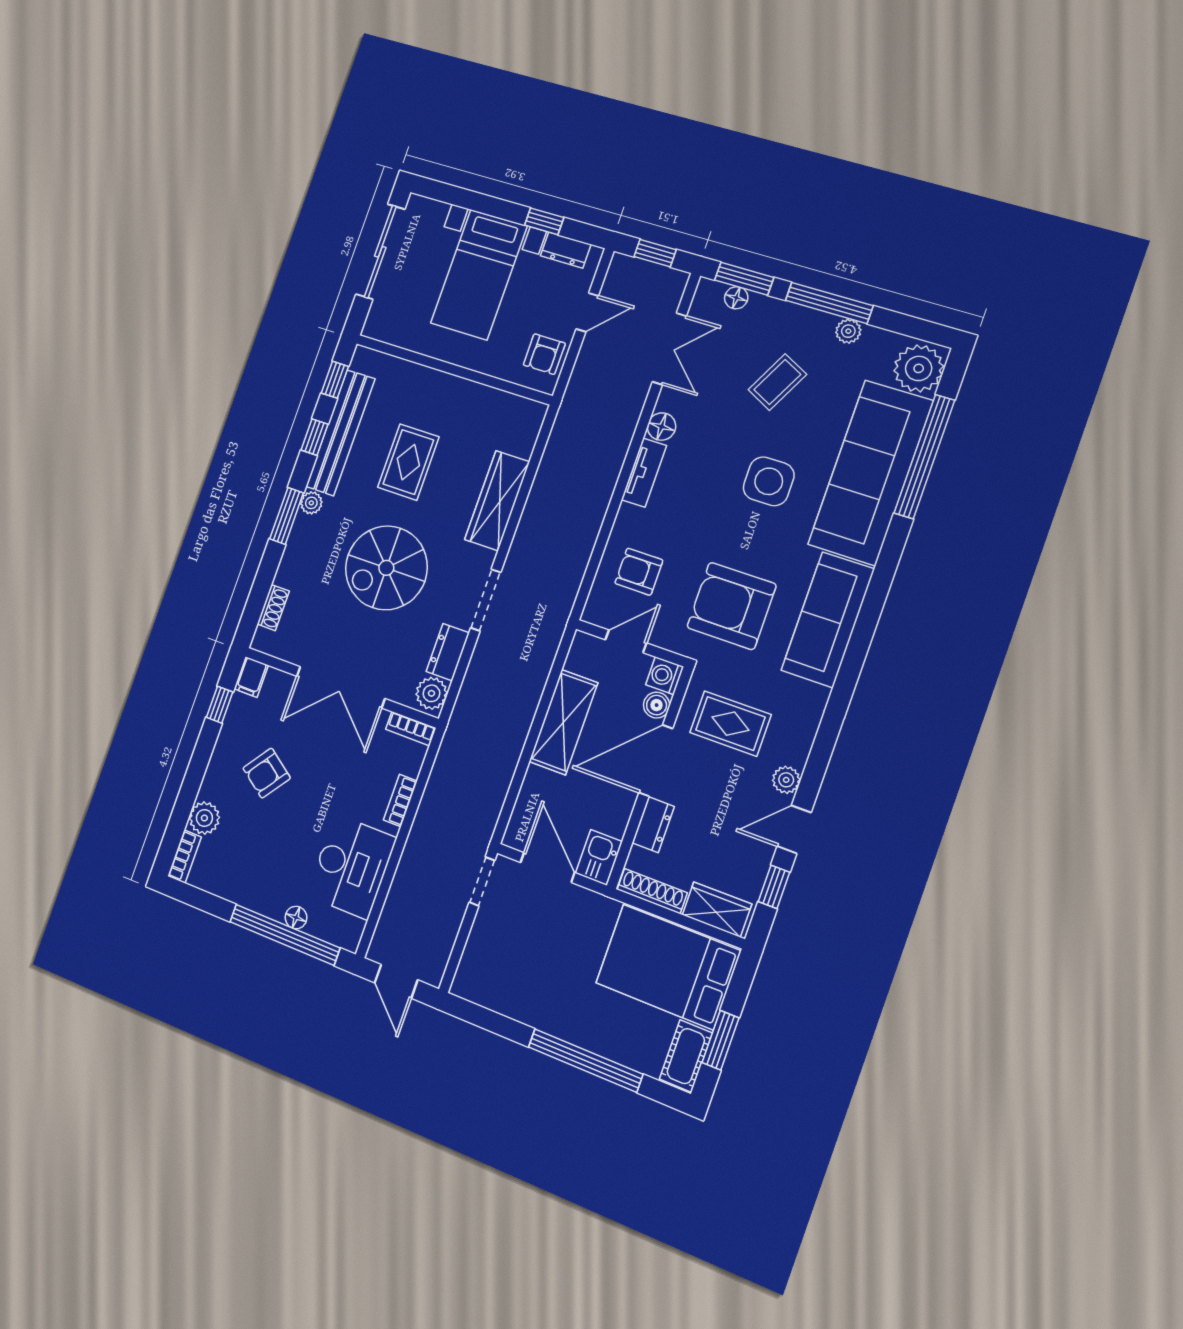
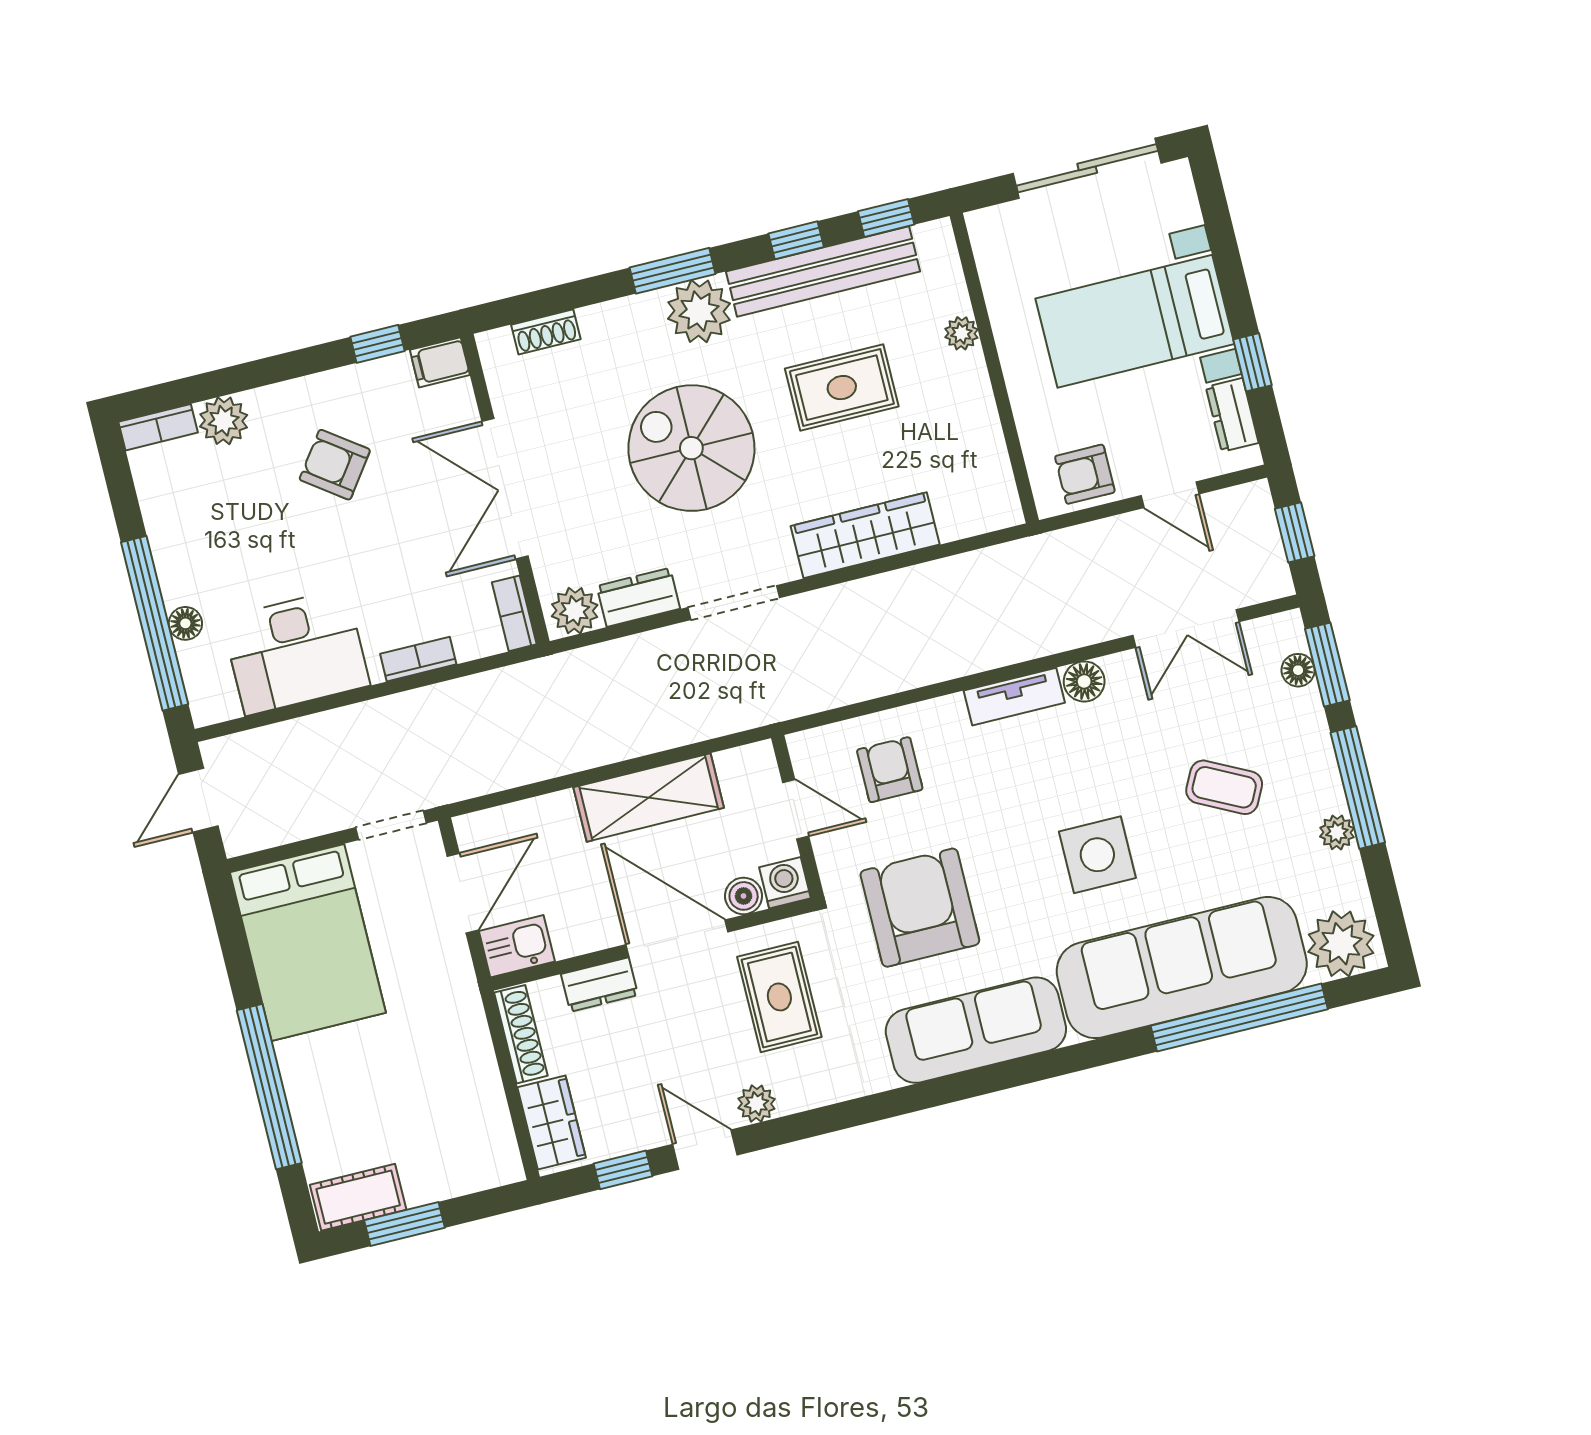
plant: (423, 376) -> (961, 333), added
plant: (311, 503) -> (699, 311), width x1.87, depth x1.87
bed: (668, 967) -> (308, 942), moved, turned 180

